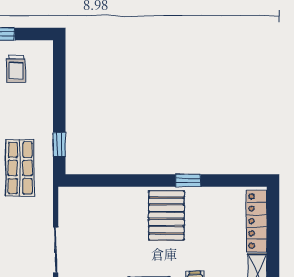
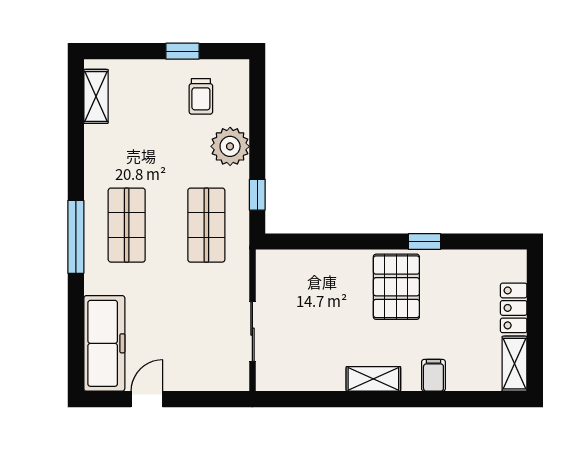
plant: (38, 107) -> (230, 146), added
locker: (257, 221) -> (514, 308), width x0.66

